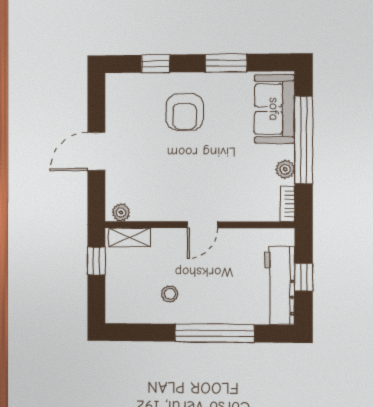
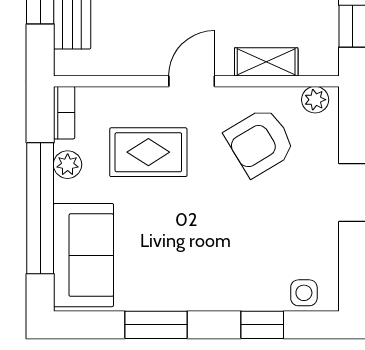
side table: (128, 85) -> (304, 293), added
armchair: (185, 112) -> (260, 142), moved, turned -121
rug: (231, 178) -> (148, 152), added
shelving: (129, 237) -> (266, 62), moved

